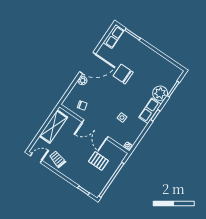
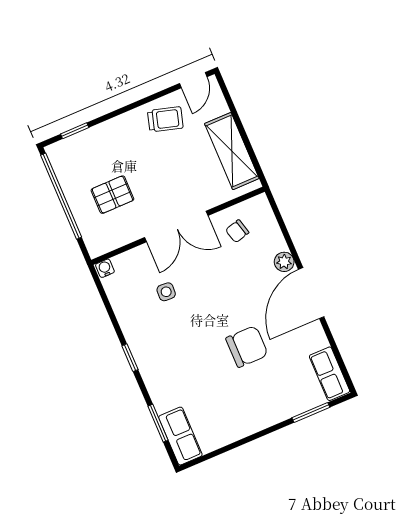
plant: (160, 93) -> (166, 393), removed
row of seats: (150, 111) -> (180, 436), moved
double door: (95, 129) -> (176, 227), swing flipped

